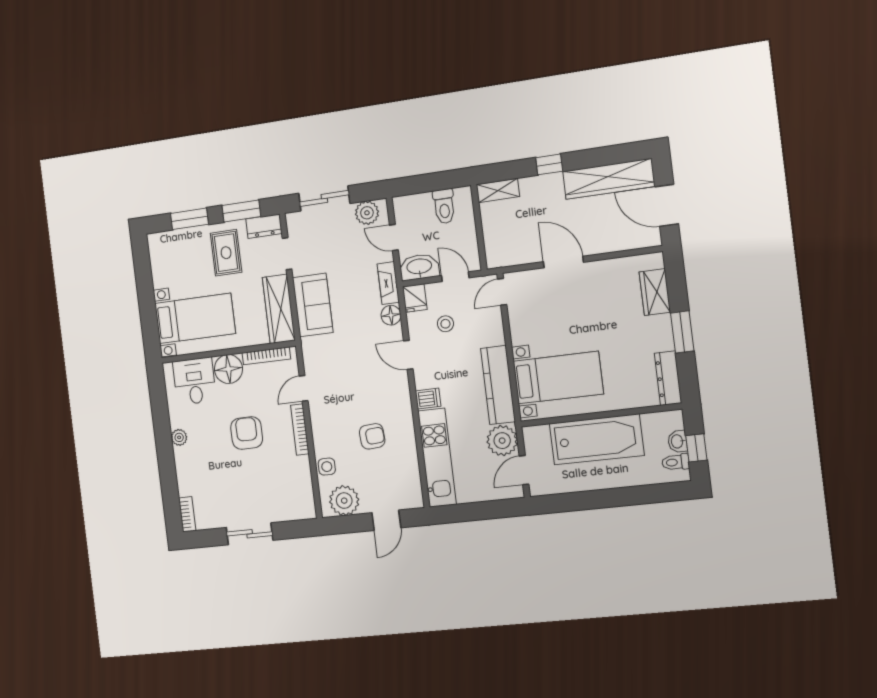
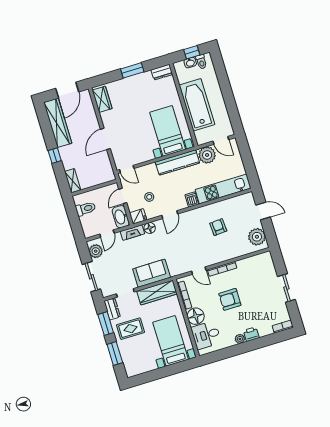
wardrobe: (655, 292) -> (102, 99), moved, turned -90
dresser: (668, 378) -> (162, 72), width x0.70
printer: (184, 458) -> (251, 334), added
side table: (327, 467) -> (240, 250), removed

